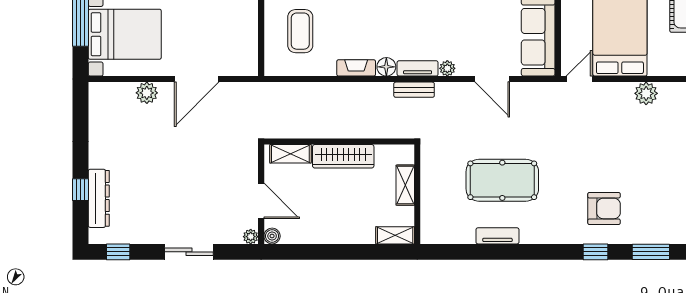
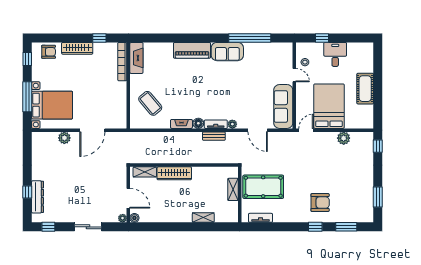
coffee table: (300, 31) -> (150, 103), turned -40
shelving: (405, 185) -> (233, 189), moved
wall: (417, 194) -> (240, 195), moved

